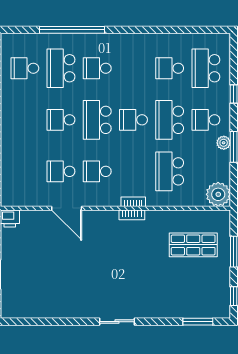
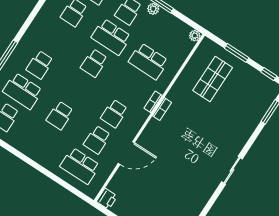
school desk: (97, 120) -> (80, 166), moved
plant: (218, 194) -> (195, 36), width x0.53, depth x0.53

